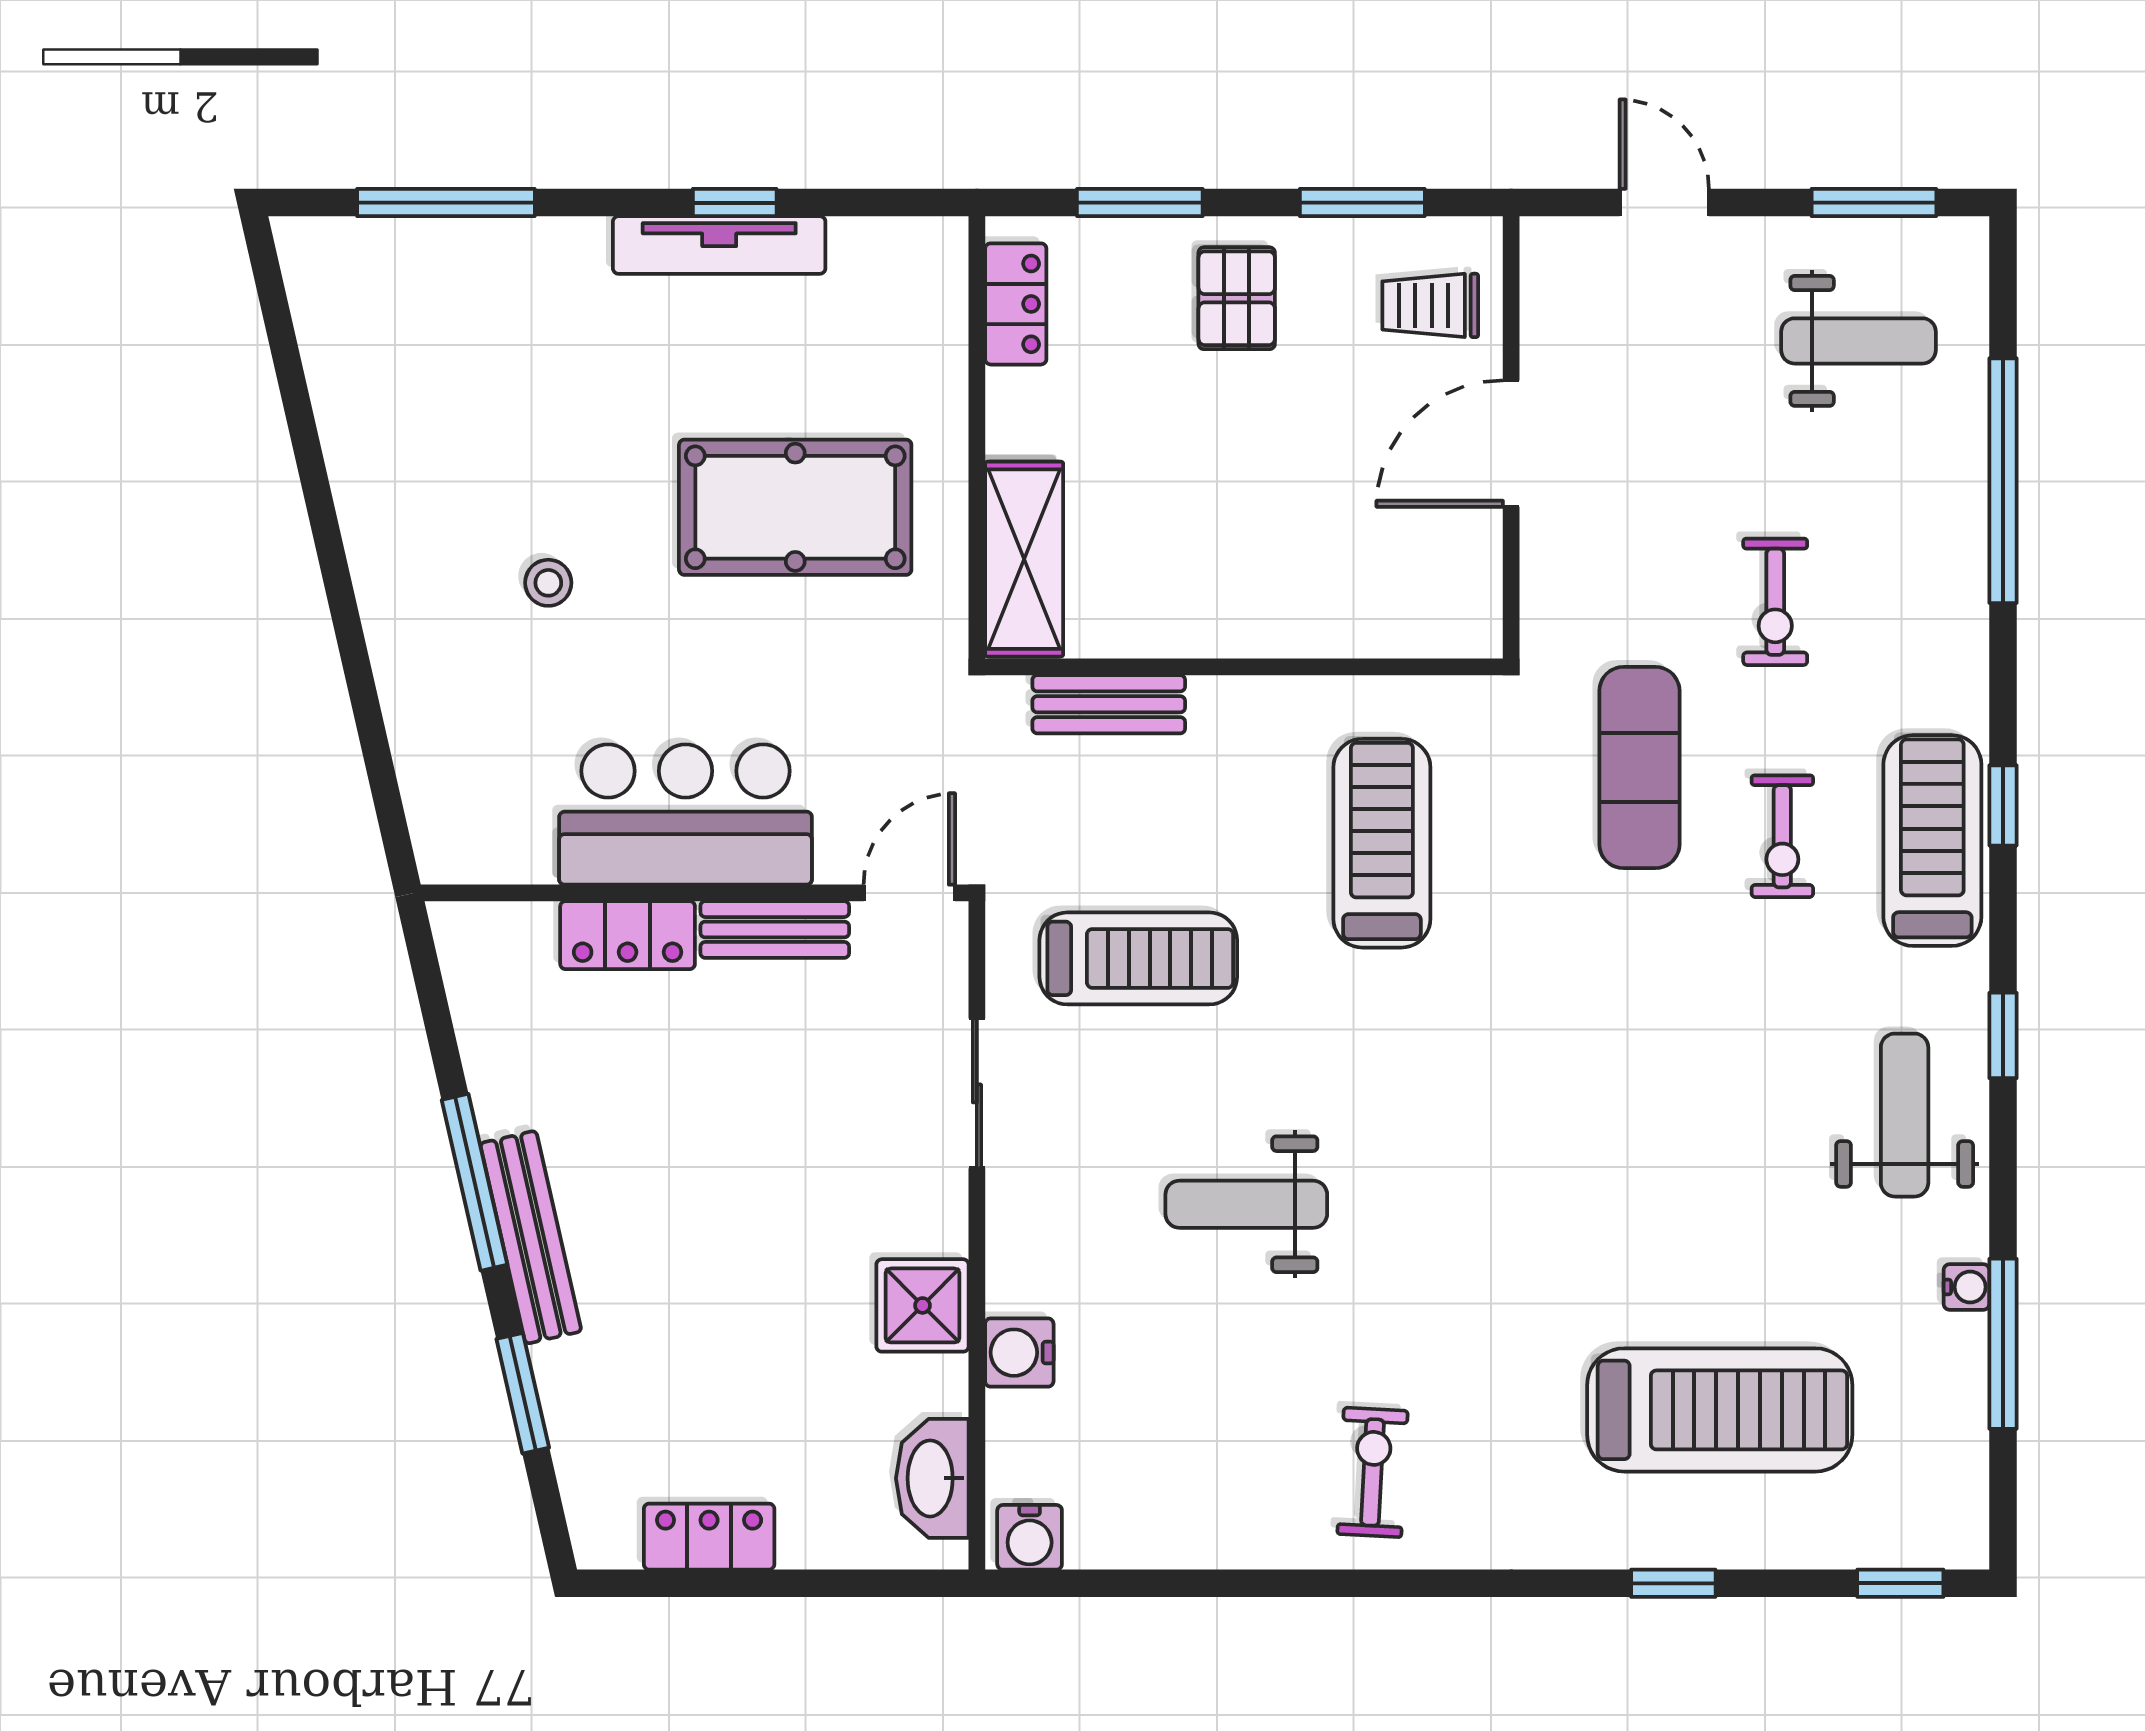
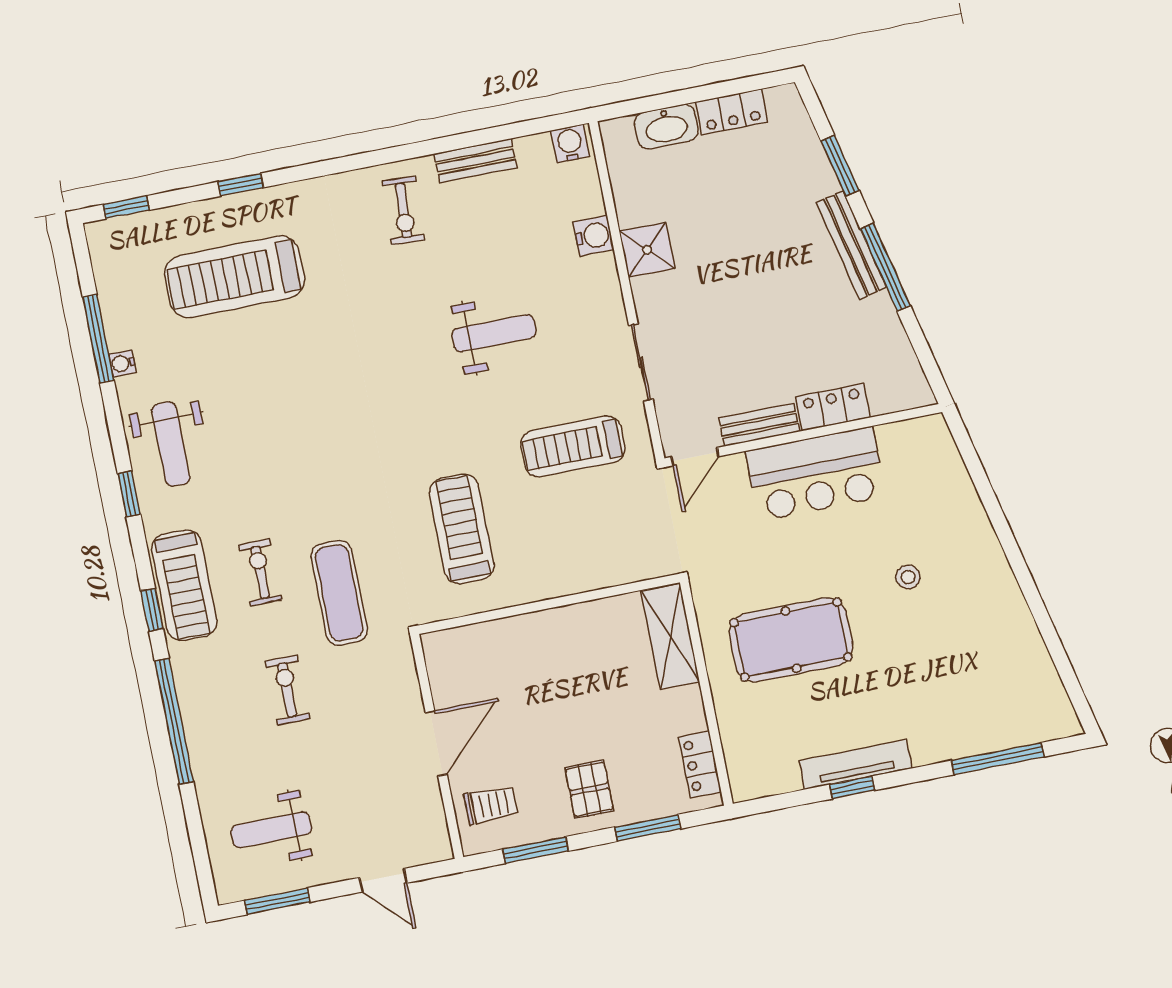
window: (2003, 481) -> (174, 721), moved
bench: (1109, 704) -> (475, 161), moved
treadmill: (1382, 843) -> (462, 529), turned 180
washbasin: (932, 1478) -> (666, 127), moved, turned 90

